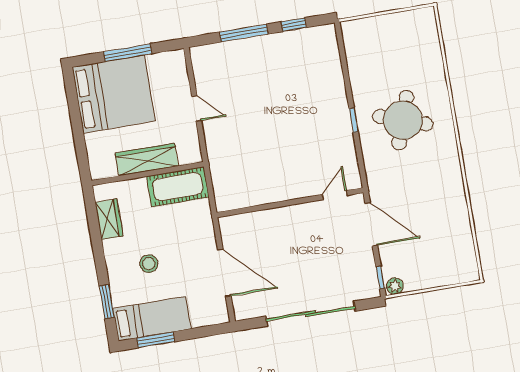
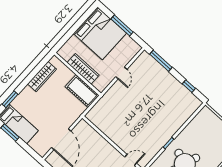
window: (244, 33) -> (161, 61), moved
wardrobe: (109, 219) -> (42, 77), width x1.50
stool: (149, 264) -> (40, 104), removed

